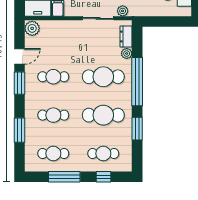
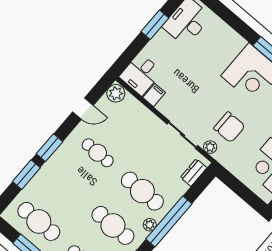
plant: (127, 54) -> (150, 225), moved
window: (19, 83) -> (50, 148), moved
cafe table: (53, 115) -> (68, 187), removed
cafe table: (53, 153) -> (39, 221), width x1.37, depth x1.35

